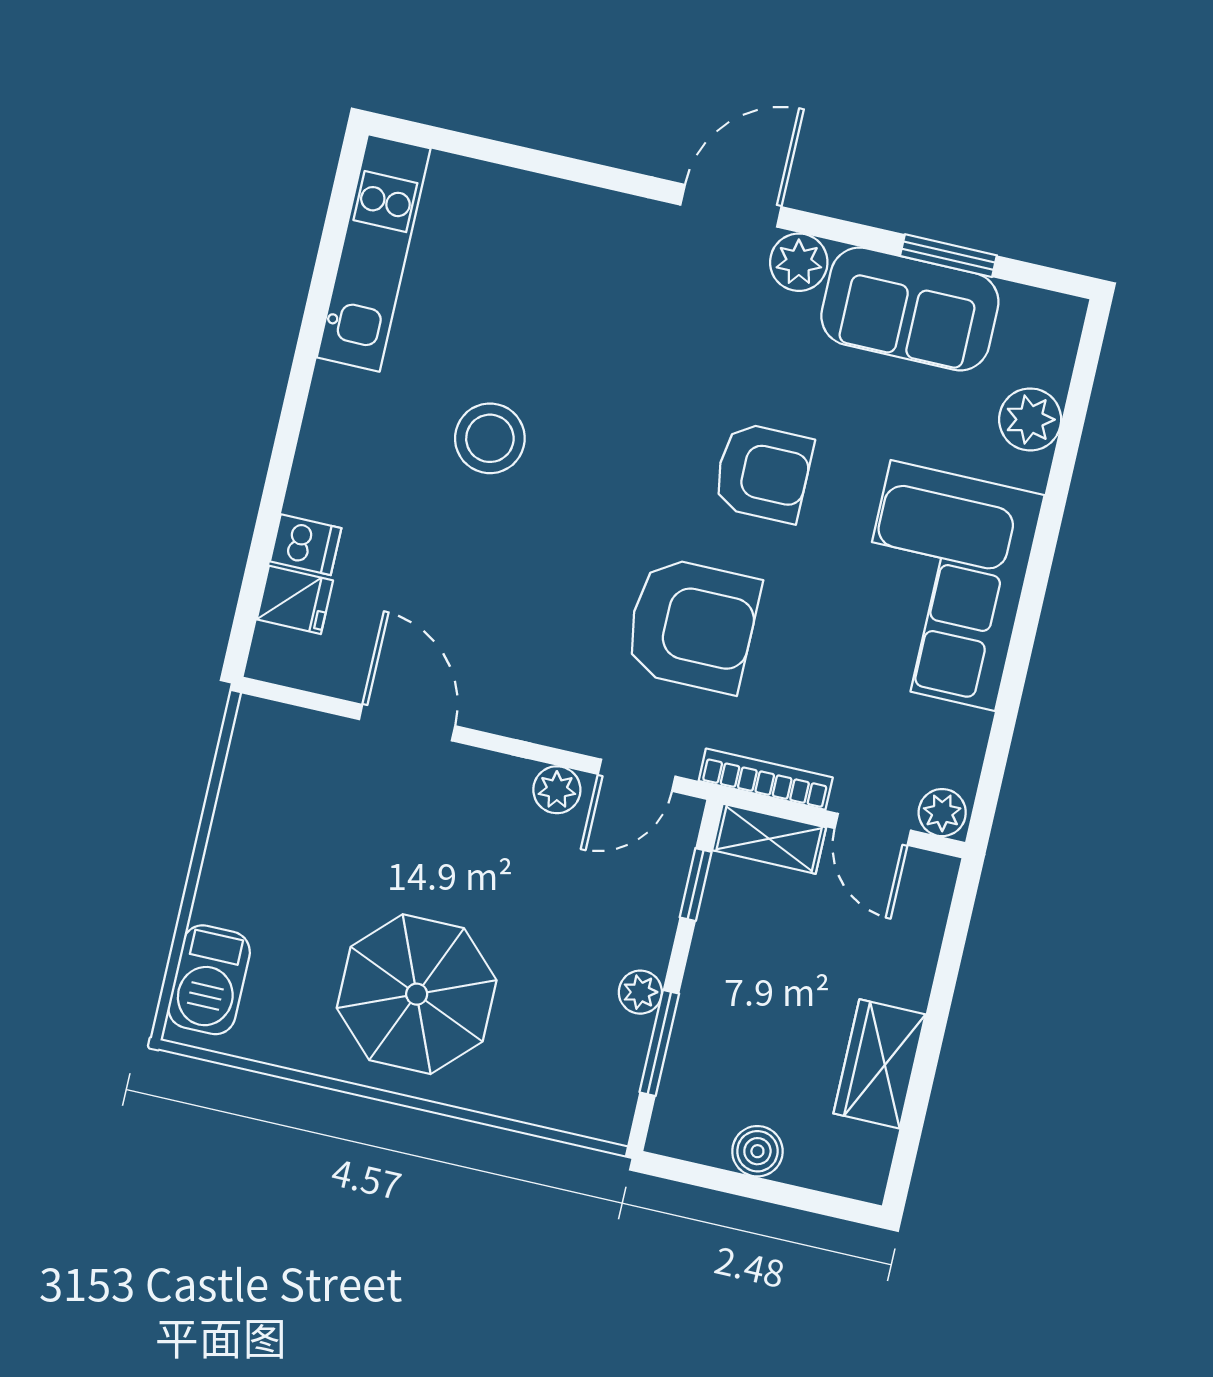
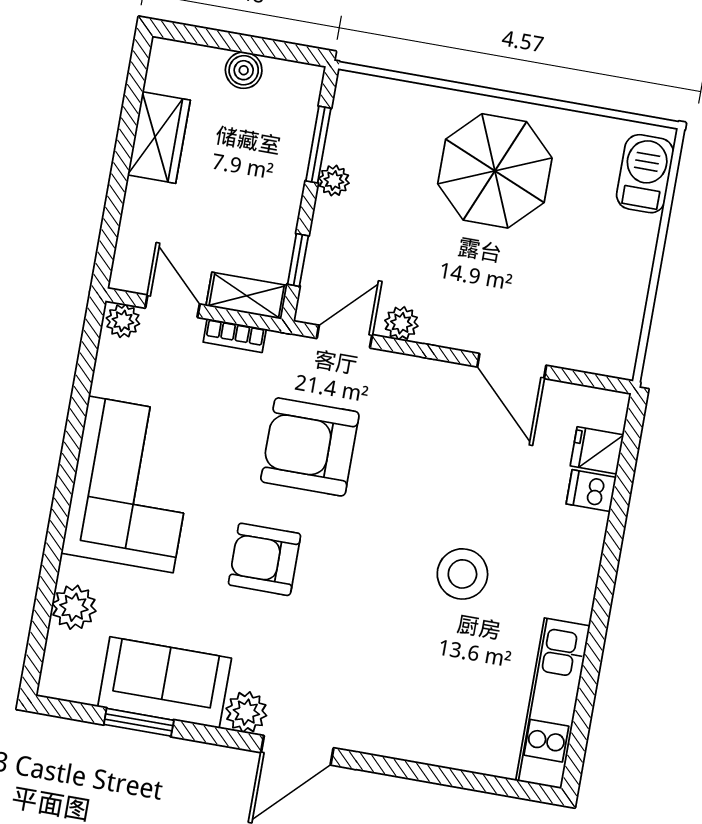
bookcase: (766, 779) -> (235, 336), width x0.64

